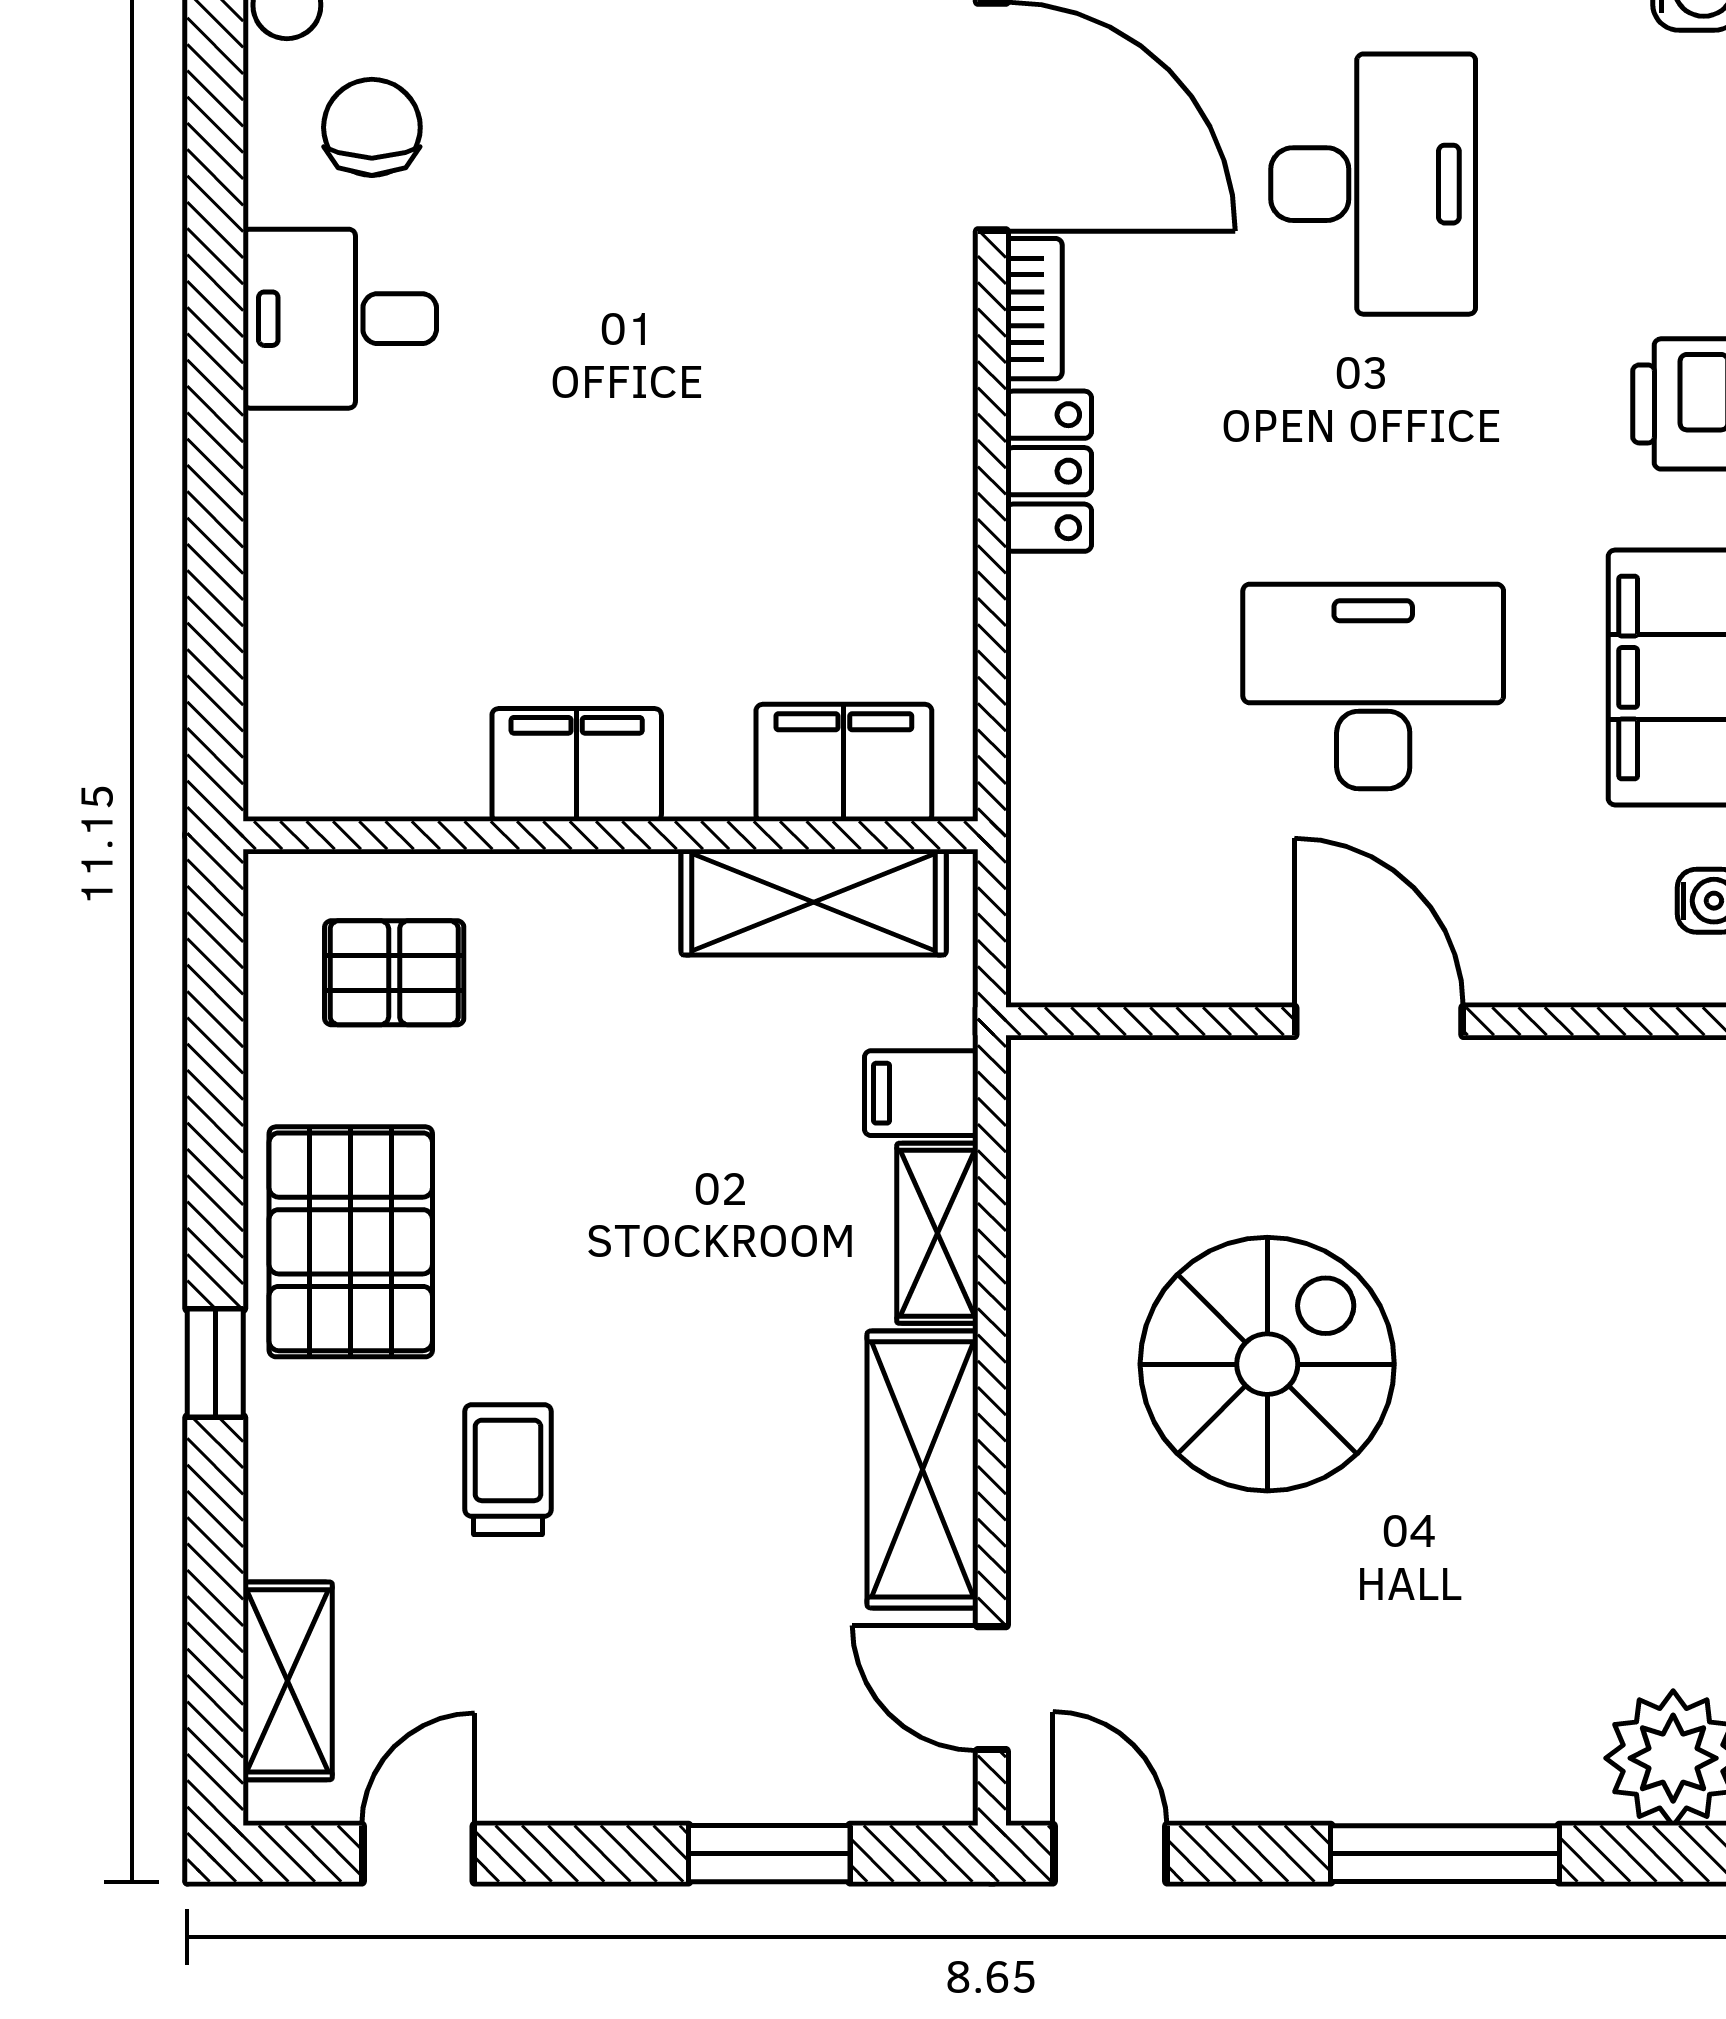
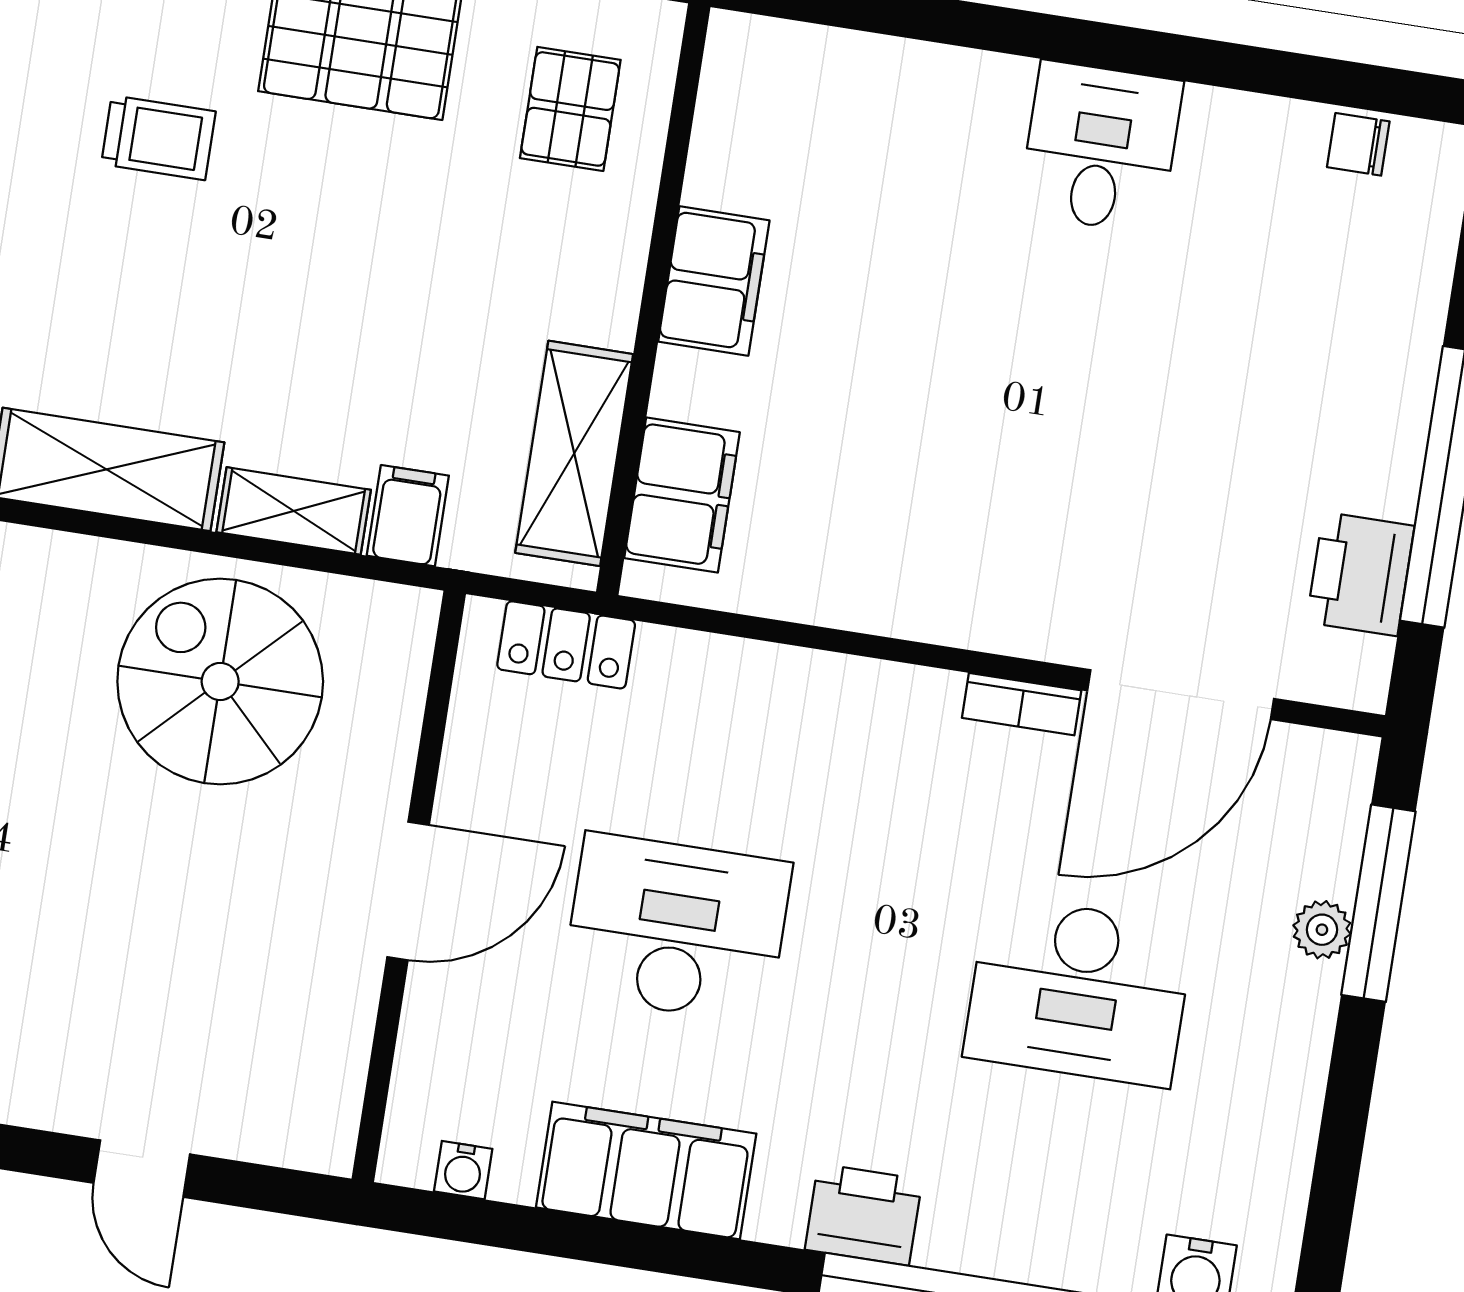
chair: (372, 127) -> (1250, 197), removed
locker: (1049, 471) -> (566, 645), moved
desk: (1373, 686) -> (677, 928), turned -90
spiral stairs: (1267, 1364) -> (220, 681), moved, turned 180

